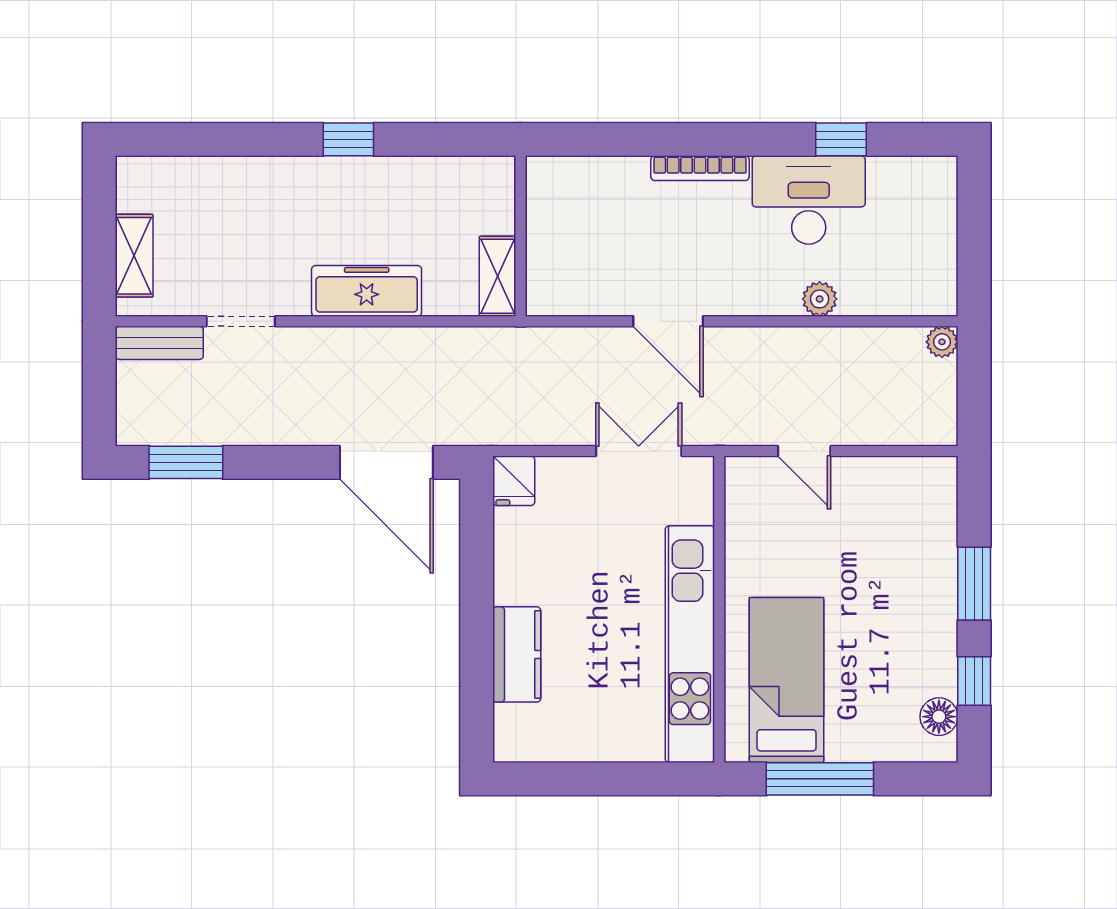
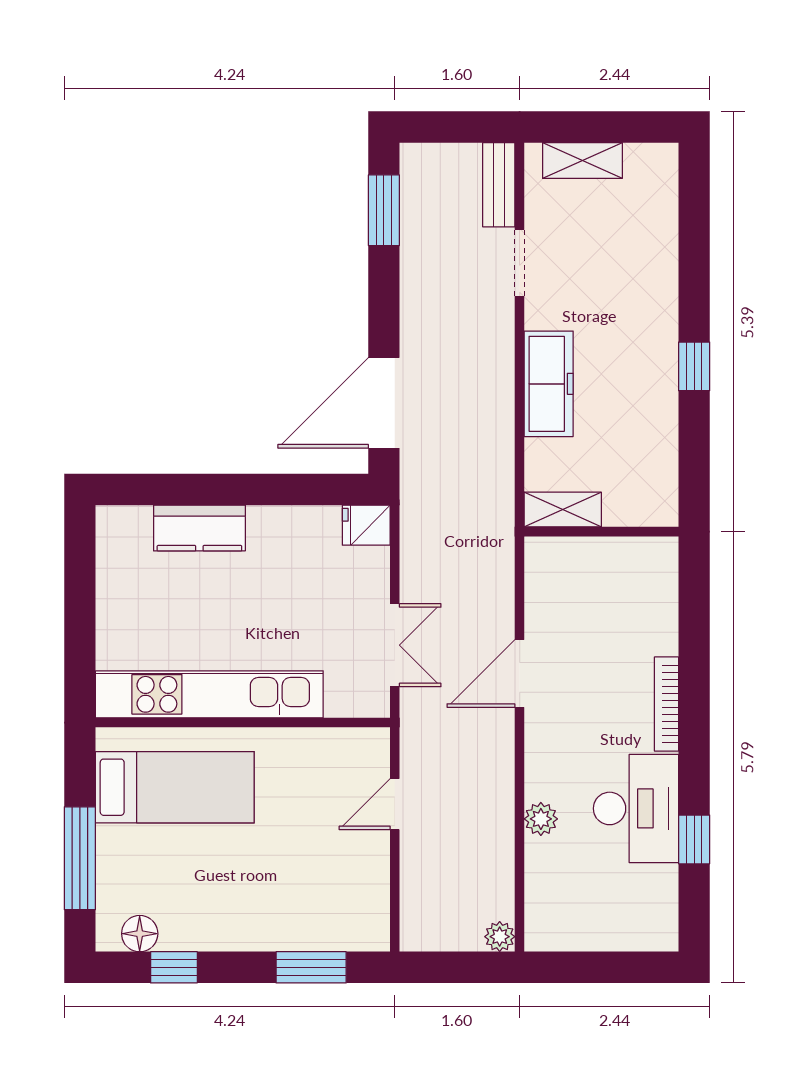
window: (974, 584) -> (311, 967), moved
window: (820, 779) -> (80, 858), moved

